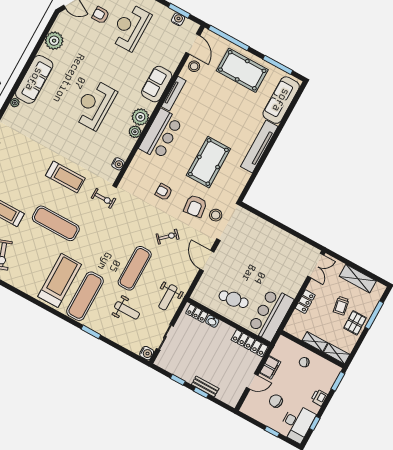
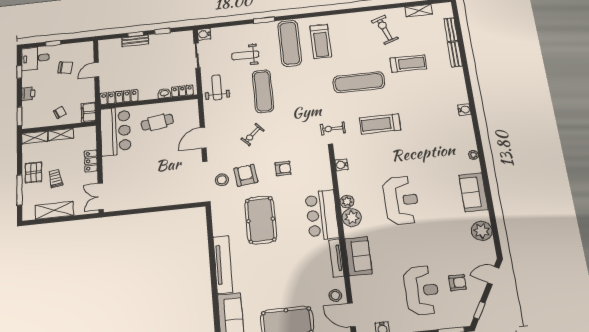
sofa: (34, 79) -> (473, 192), width x0.73
door: (207, 261) -> (203, 138), swing flipped
treadmill: (60, 280) -> (321, 41), width x0.73, depth x0.73
filing cabinet: (270, 367) -> (88, 112), moved
desk: (297, 423) -> (35, 58), width x0.73

